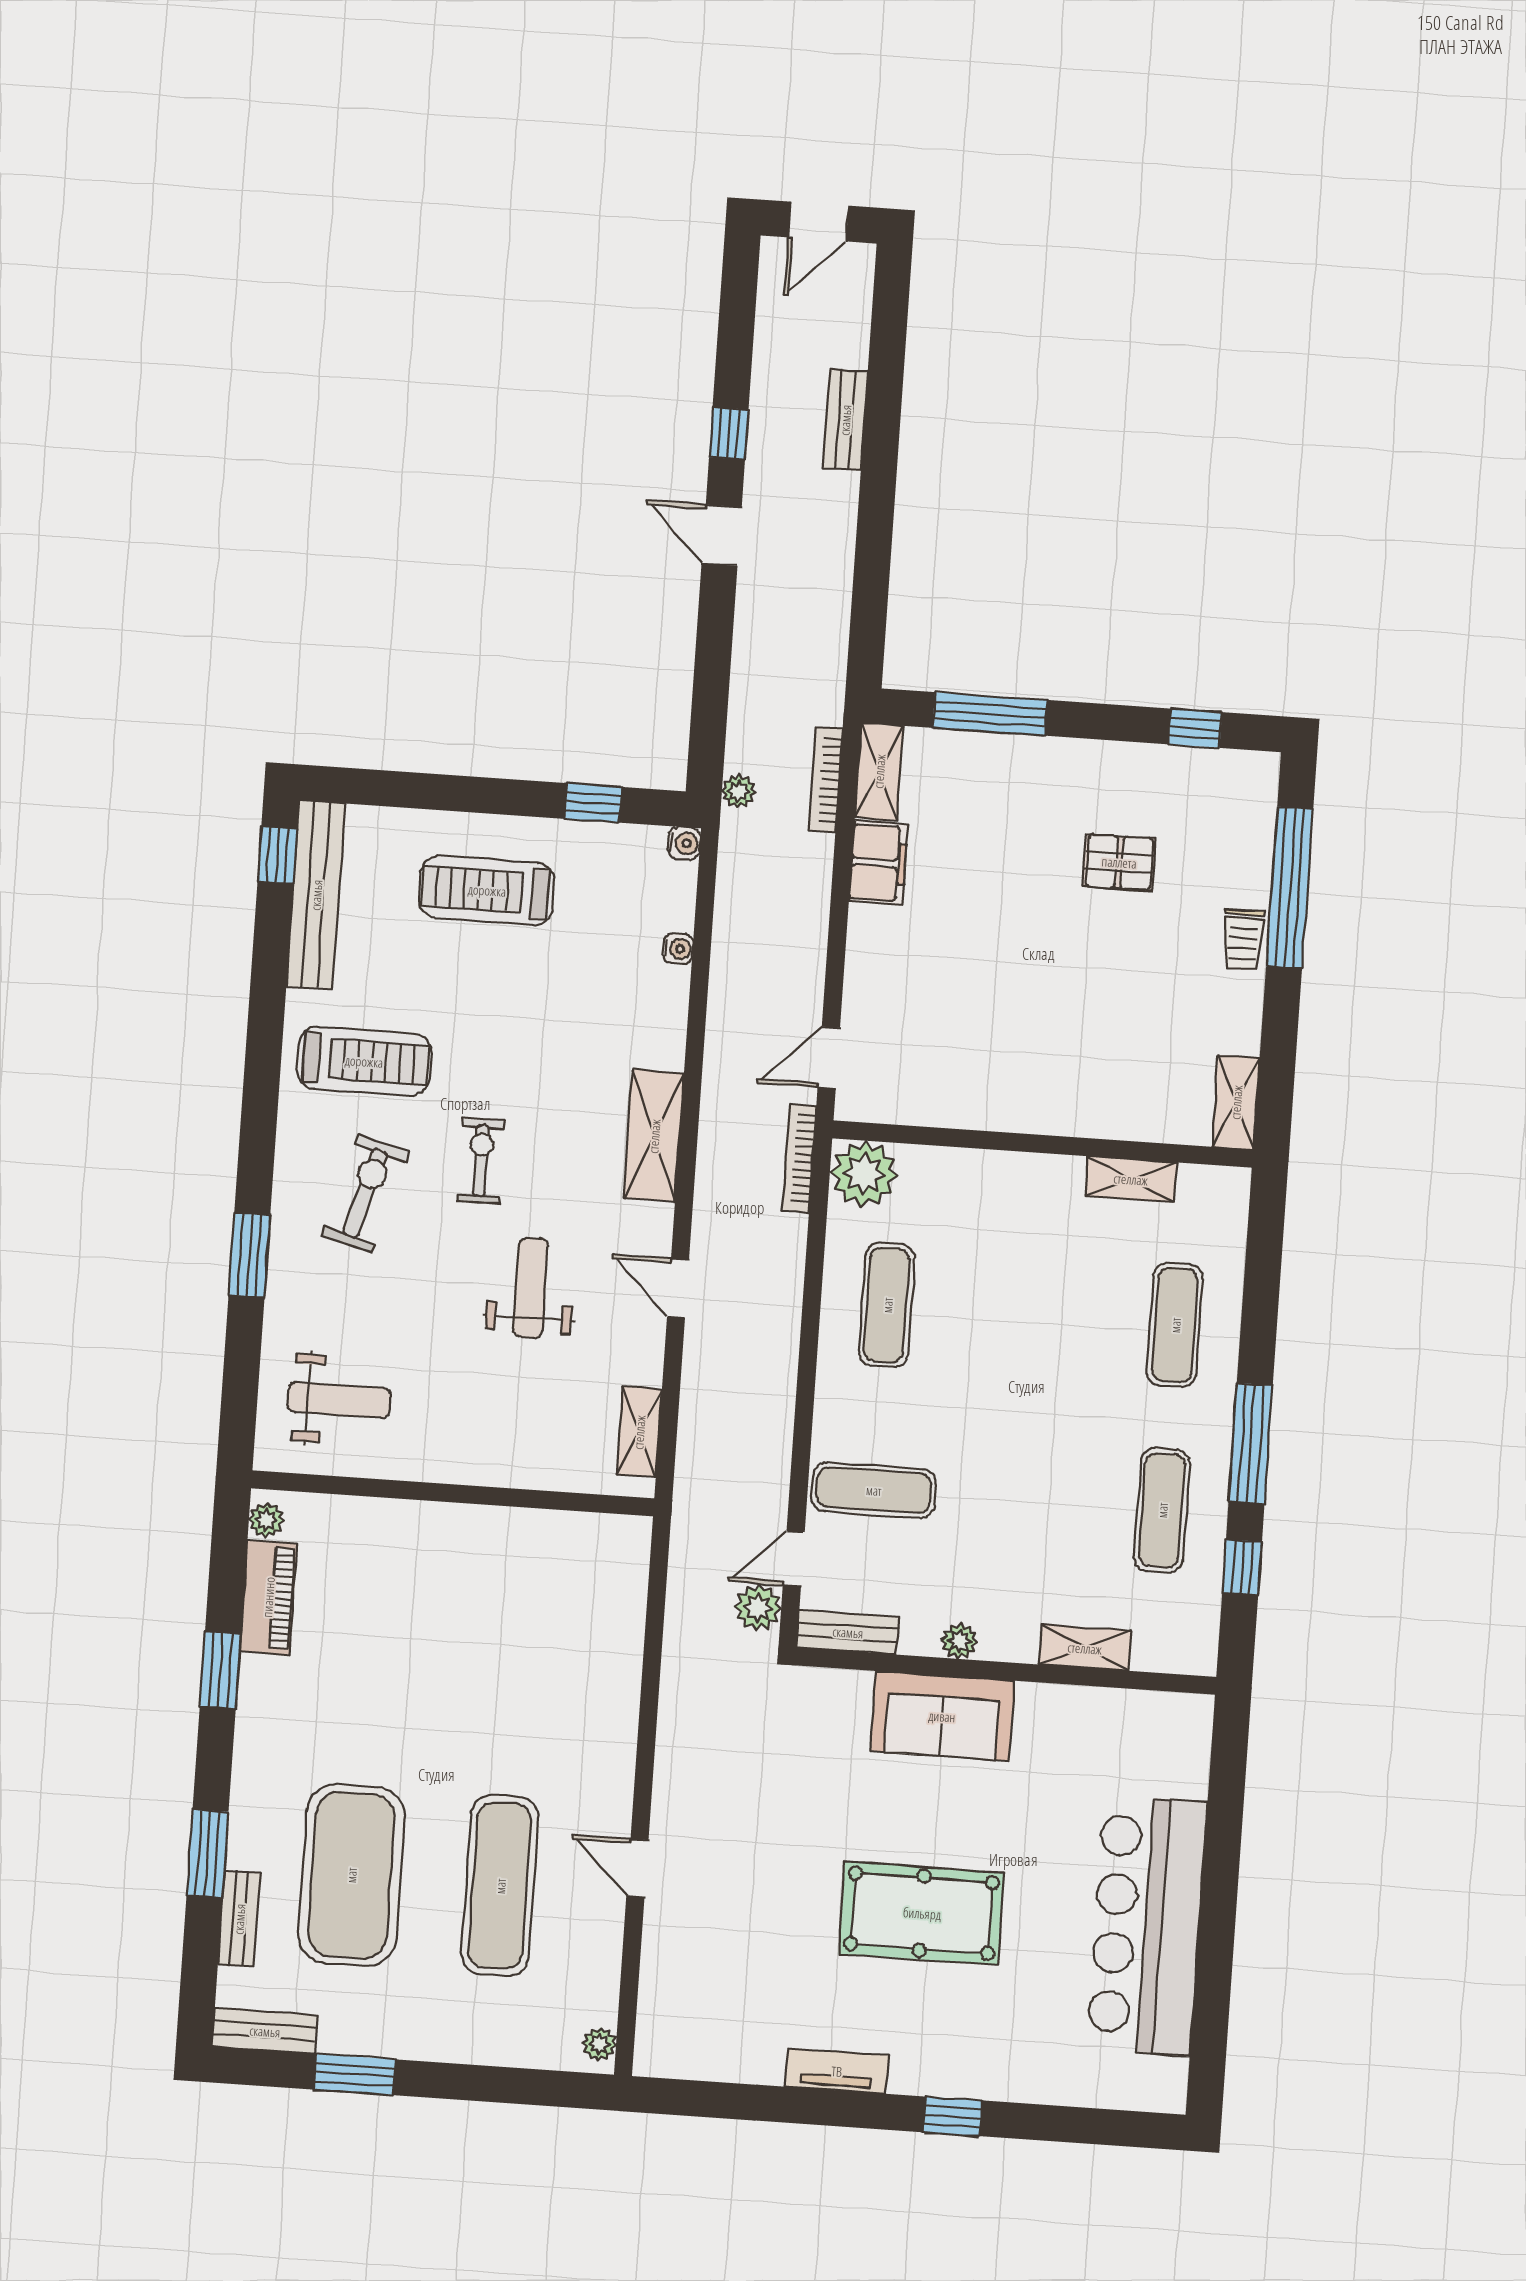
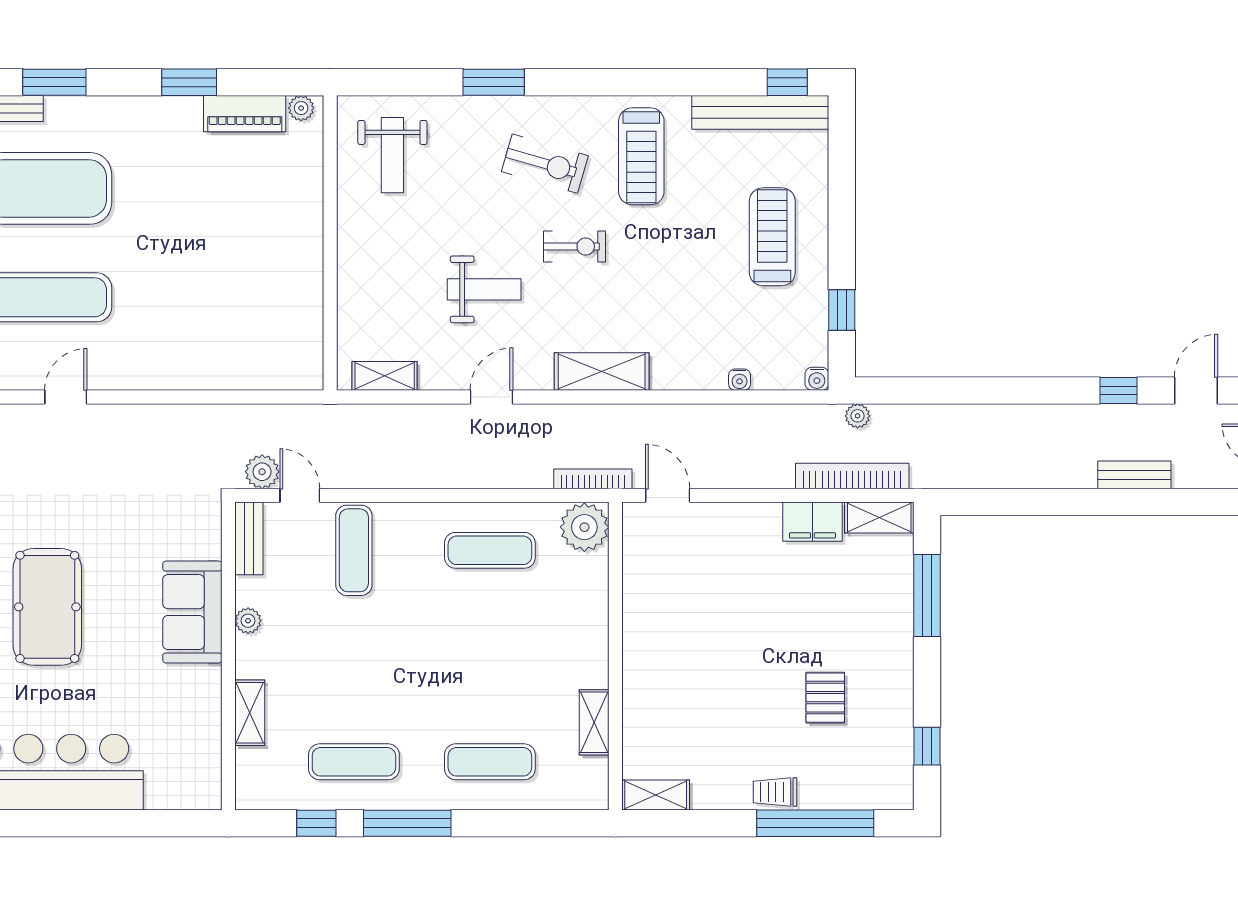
door: (722, 535) -> (1196, 390), moved
bookcase: (826, 780) -> (852, 476), width x1.48, depth x1.31

